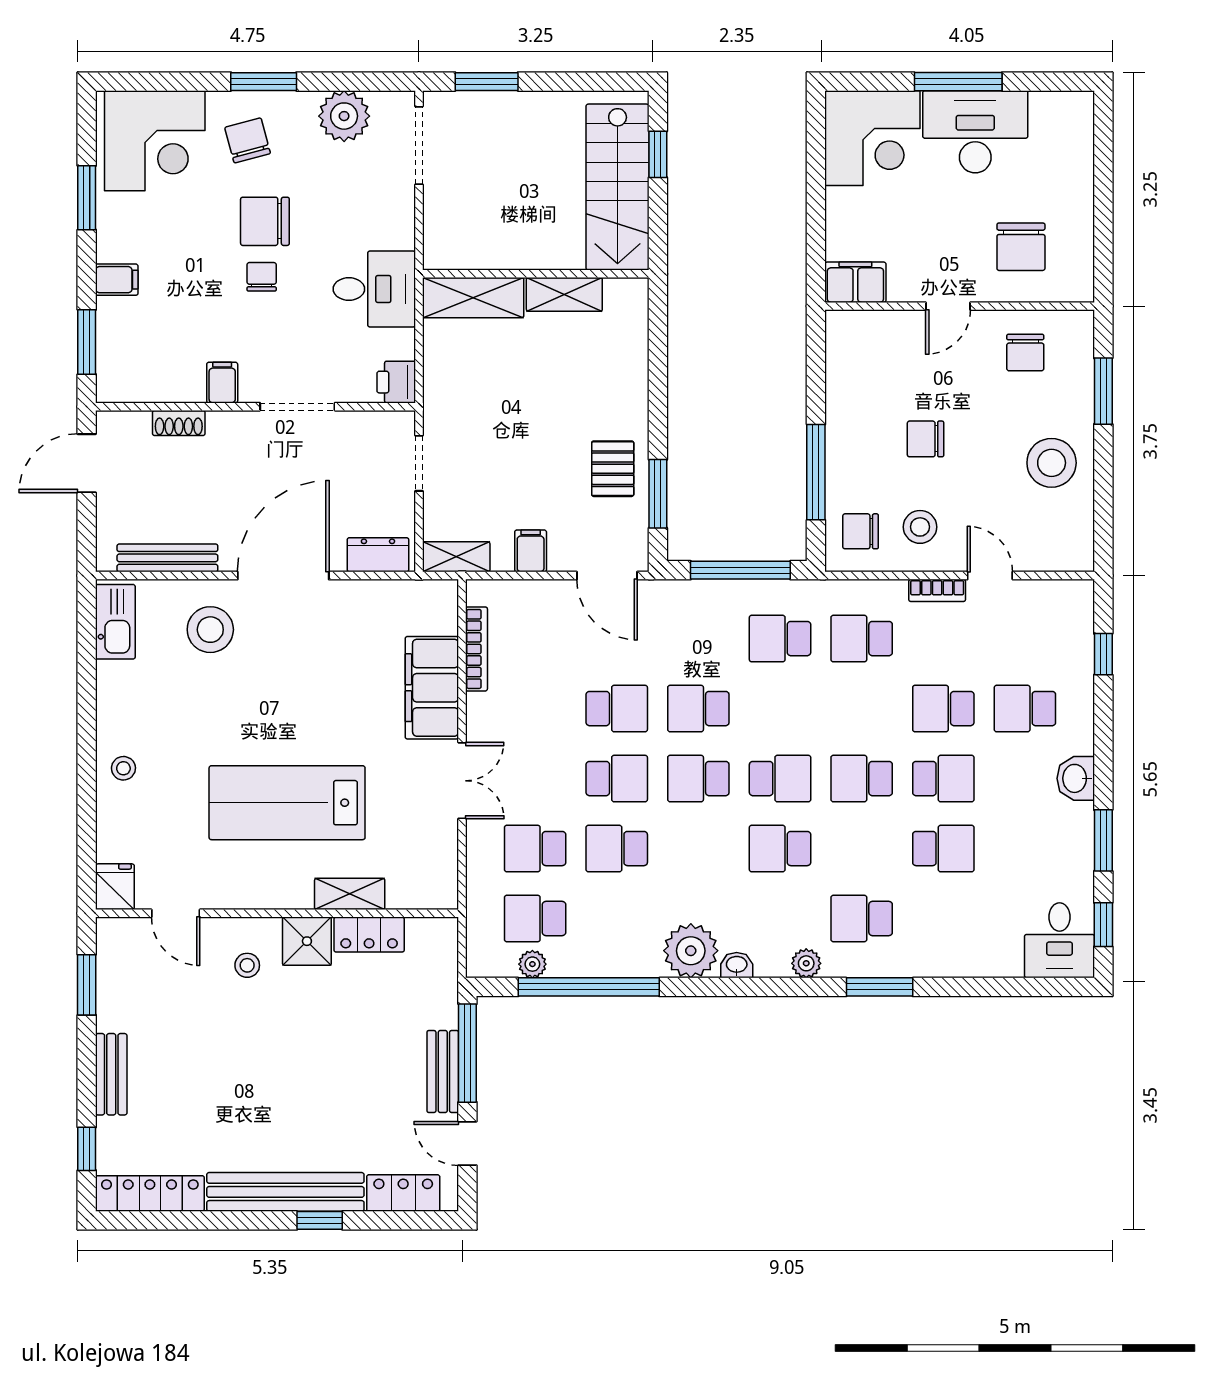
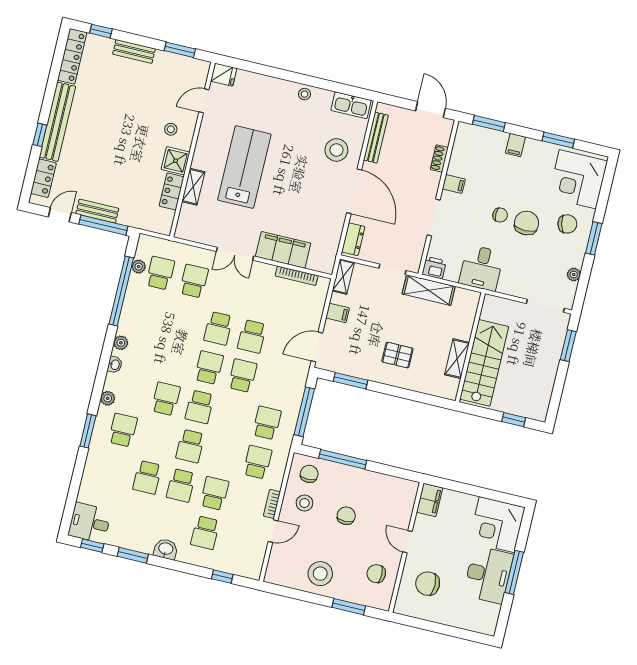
plant: (344, 116) -> (574, 274), width x0.53, depth x0.53
stairs: (618, 187) -> (484, 363), moved, turned 90
shelving: (473, 298) -> (429, 290), moved, turned 90
pallet: (613, 469) -> (397, 355), moved
school desk: (1025, 709) -> (205, 533), turned 180
stool: (123, 768) -> (305, 94), moved
school desk: (862, 779) -> (190, 446), turned 180
school desk: (617, 849) -> (185, 320), removed
plant: (691, 951) -> (121, 343), width x0.53, depth x0.53

